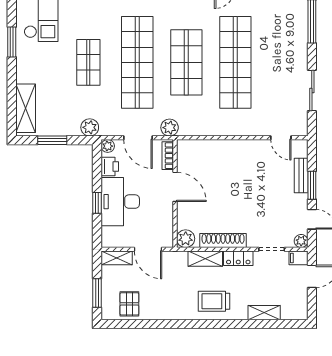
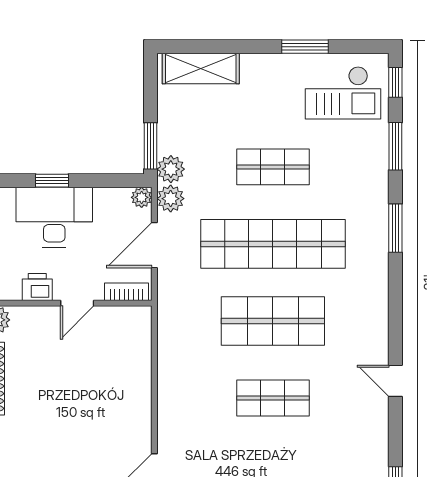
shop shelf: (235, 62) -> (273, 398), width x0.50, depth x0.74
plant: (170, 128) -> (171, 199), moved
window: (52, 140) -> (151, 146), moved
printer: (110, 167) -> (37, 287), moved, turned 180
door: (175, 187) -> (77, 303), width x0.73

